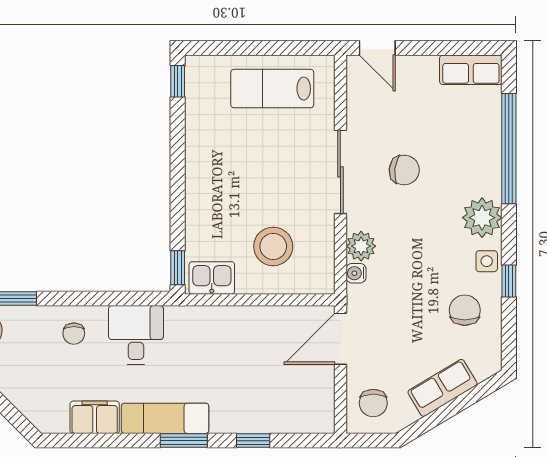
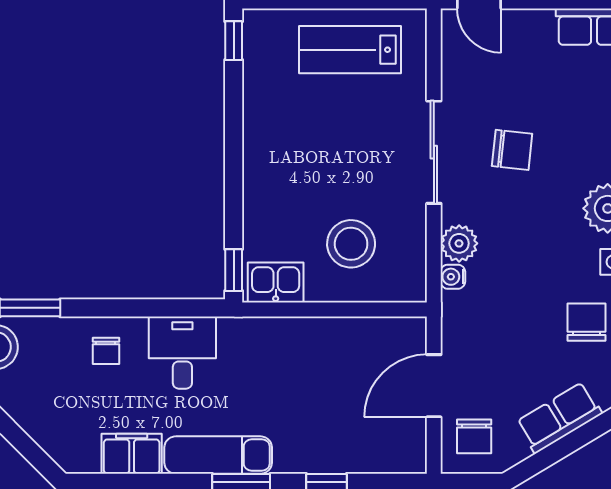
door: (340, 339) -> (434, 386), moved

